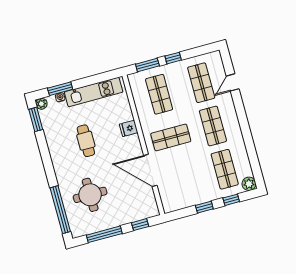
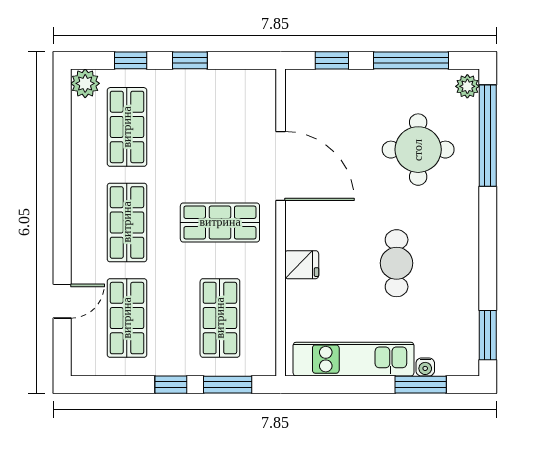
plant: (41, 104) -> (467, 86), moved

